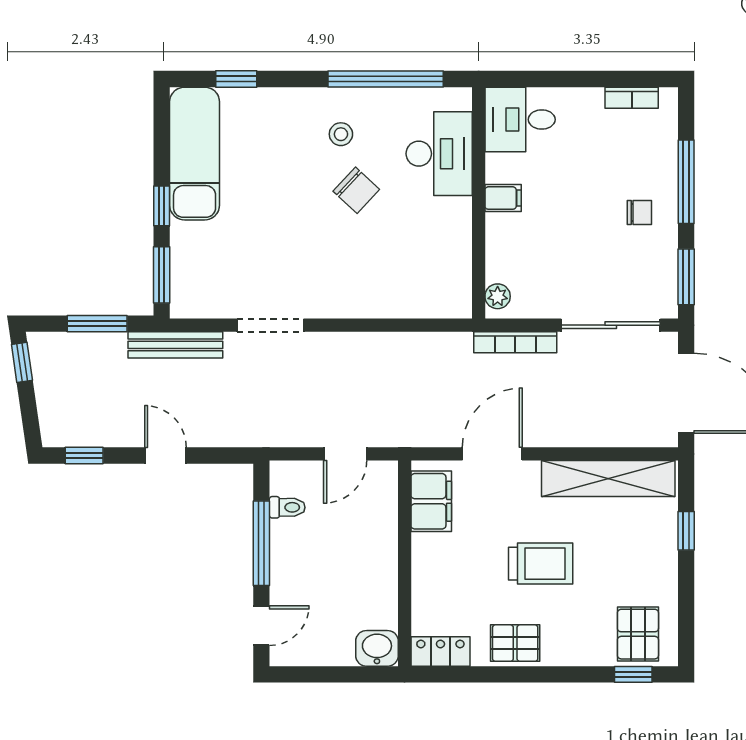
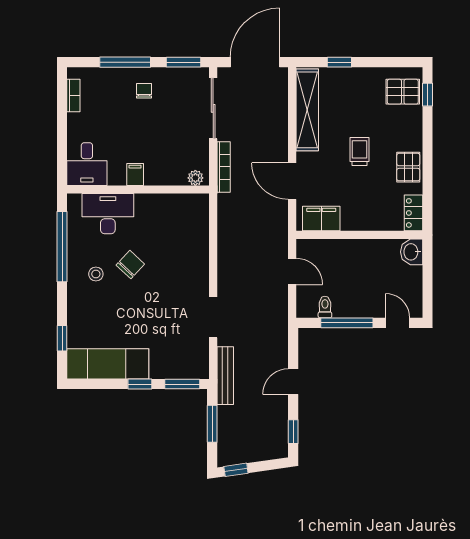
trolley: (541, 564) -> (359, 151), width x0.73, depth x0.72

